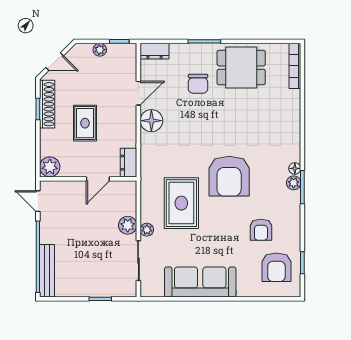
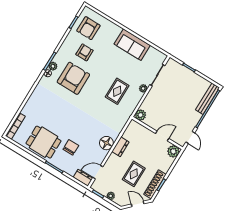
door: (138, 93) -> (98, 172), moved
rug: (85, 123) -> (134, 174), moved
dresser: (129, 163) -> (120, 147), moved
armchair: (229, 176) -> (73, 78), moved
door: (98, 179) -> (162, 136), moved
rug: (181, 203) -> (117, 91), width x0.73, depth x0.70
plant: (128, 225) -> (140, 115), moved
armchair: (276, 267) -> (88, 28), turned 180
sofa: (200, 282) -> (132, 45), width x0.73

